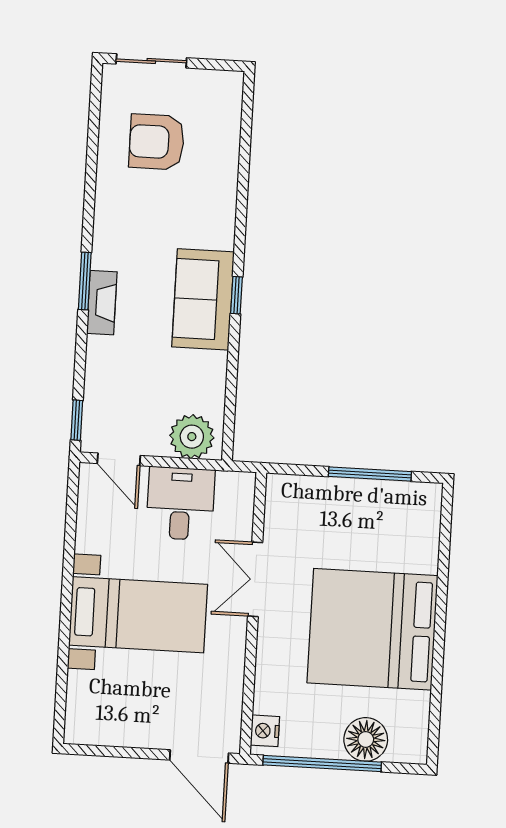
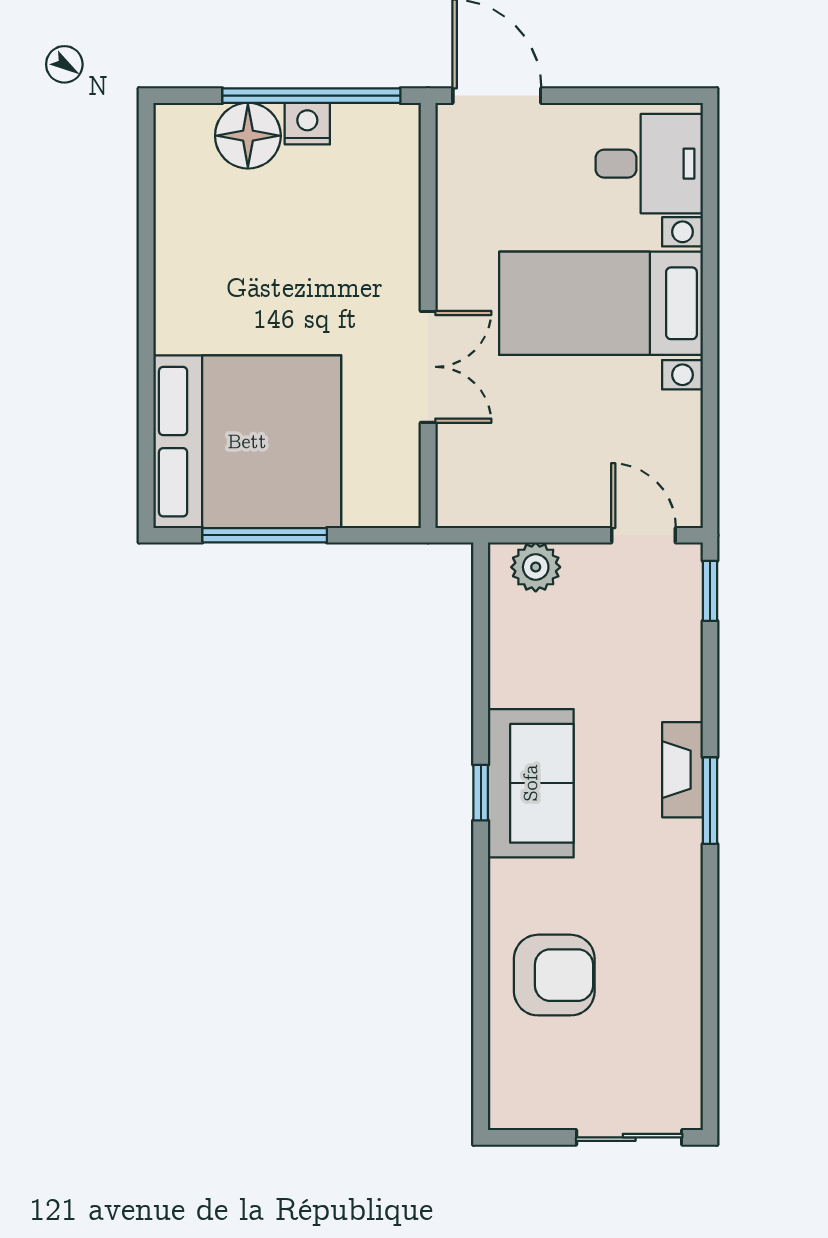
armchair: (157, 142) -> (554, 975), moved
plant: (192, 437) -> (536, 567), width x0.73, depth x0.73
desk: (180, 503) -> (649, 164), moved, turned -90
bed: (372, 629) -> (247, 442), moved
nightstand: (265, 731) -> (307, 124), moved, turned -90

